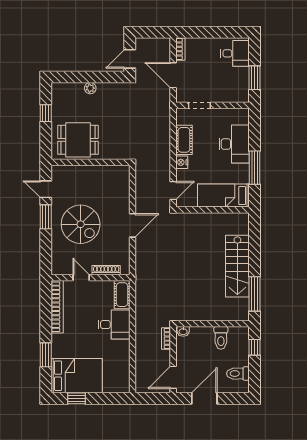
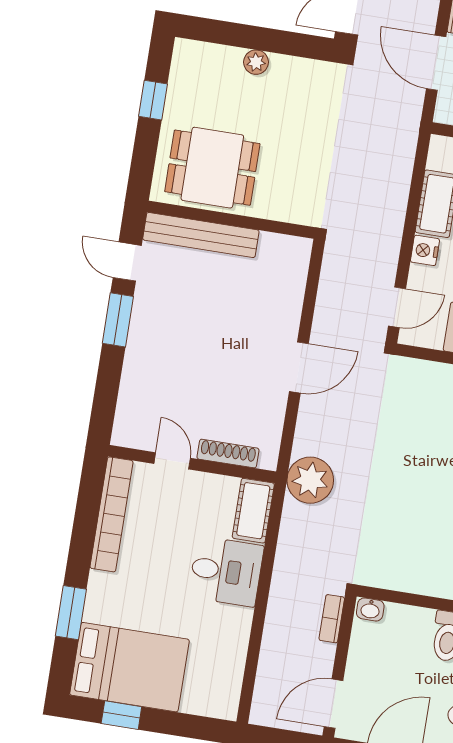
bench: (78, 172) -> (201, 235), added
spiral stairs: (81, 224) -> (189, 347), removed
plant: (146, 276) -> (310, 480), added

